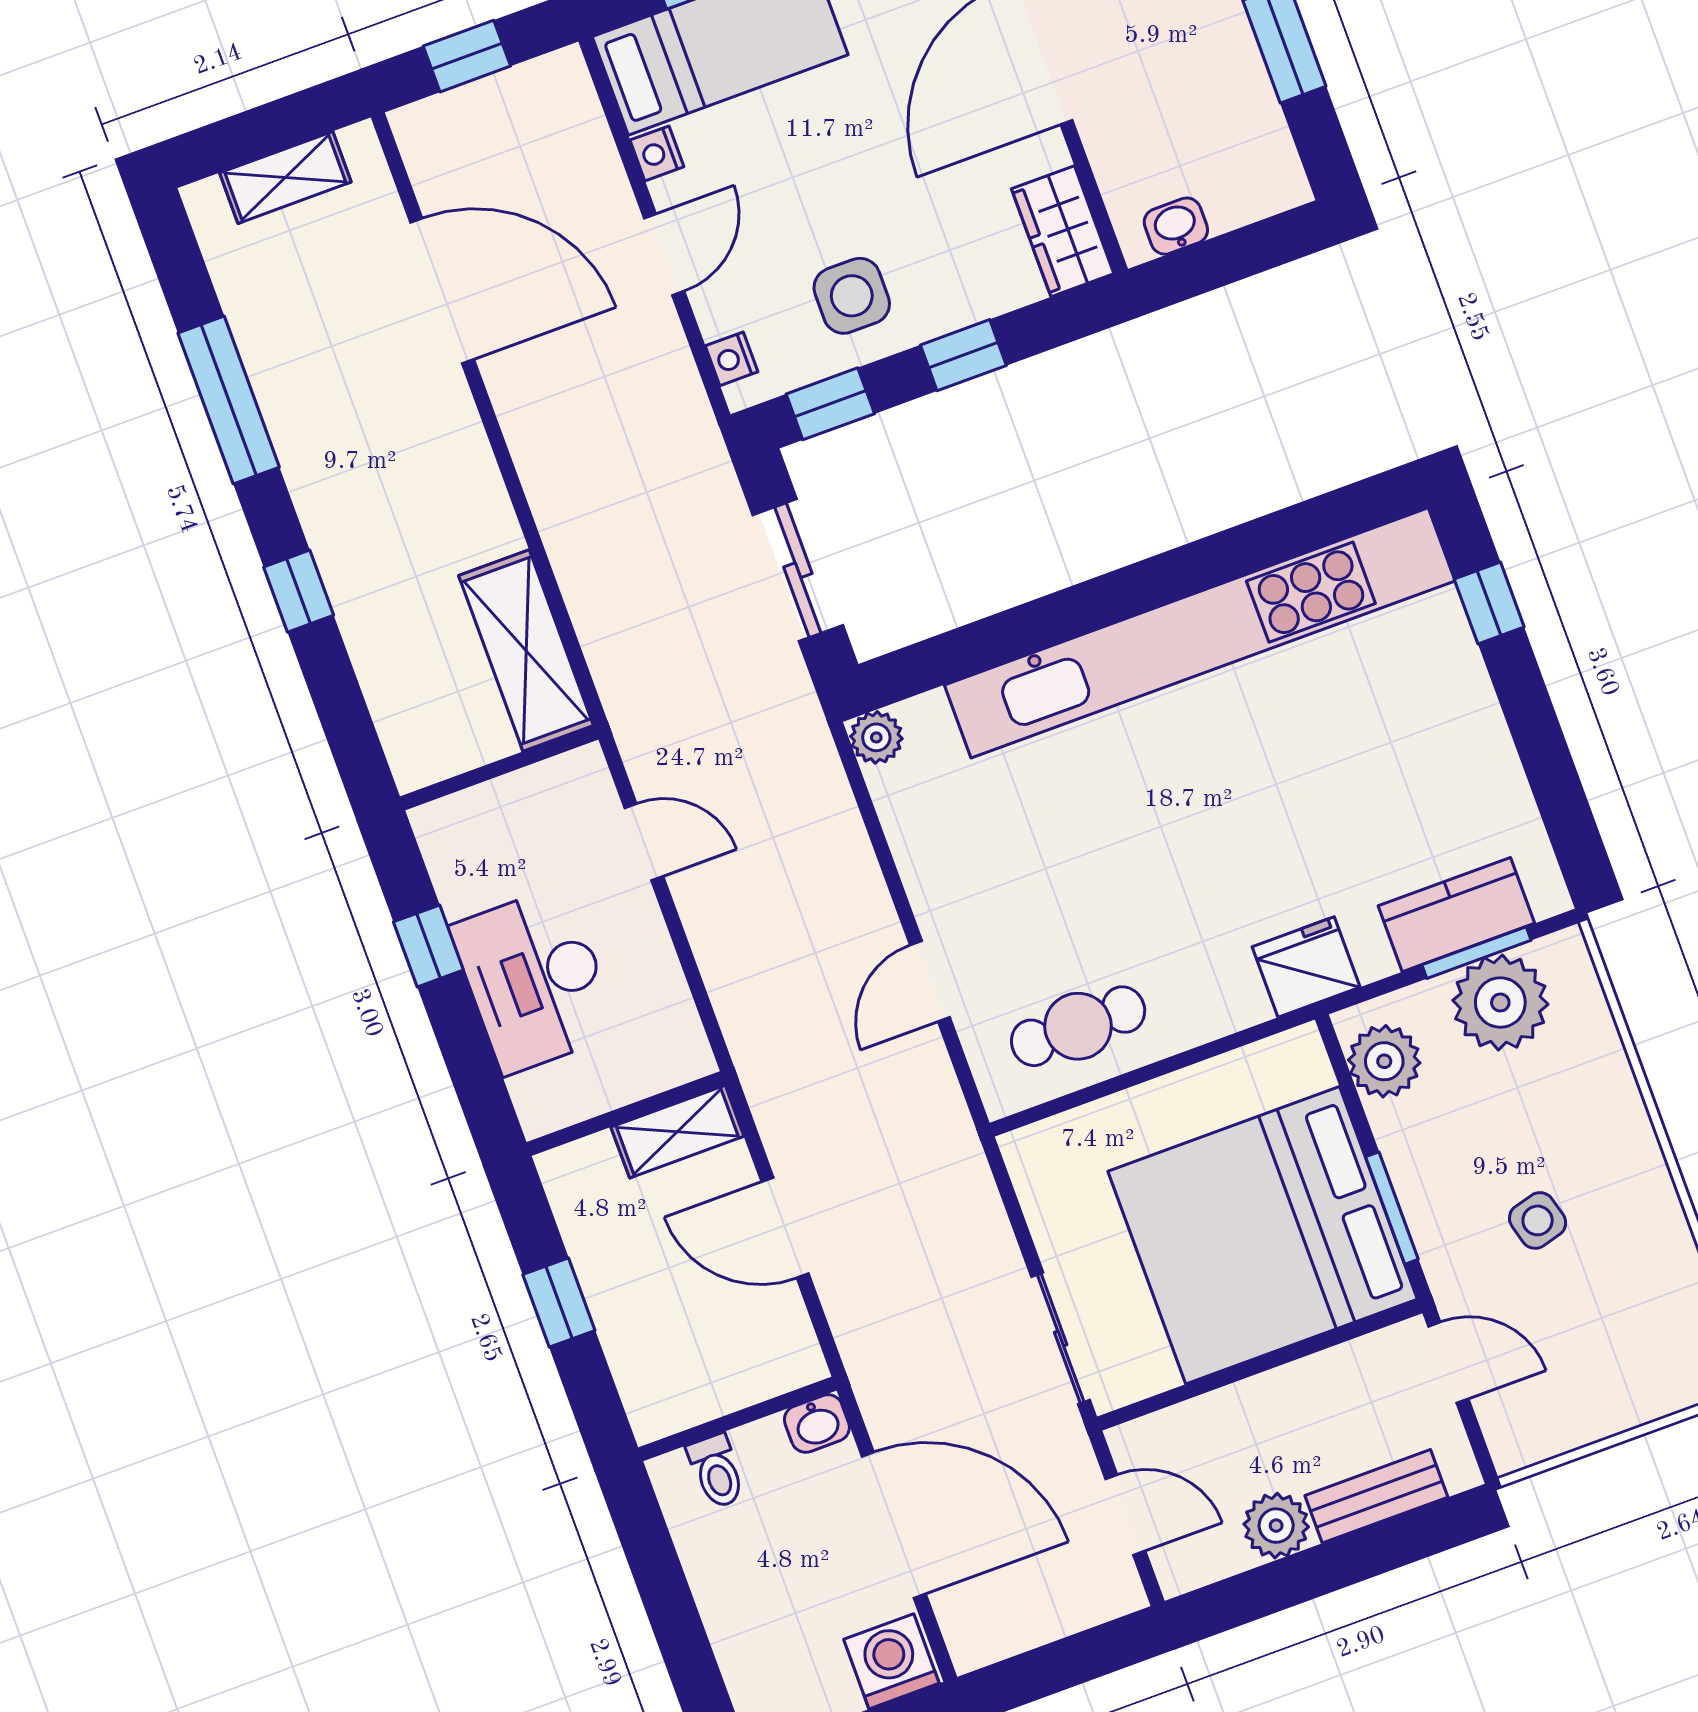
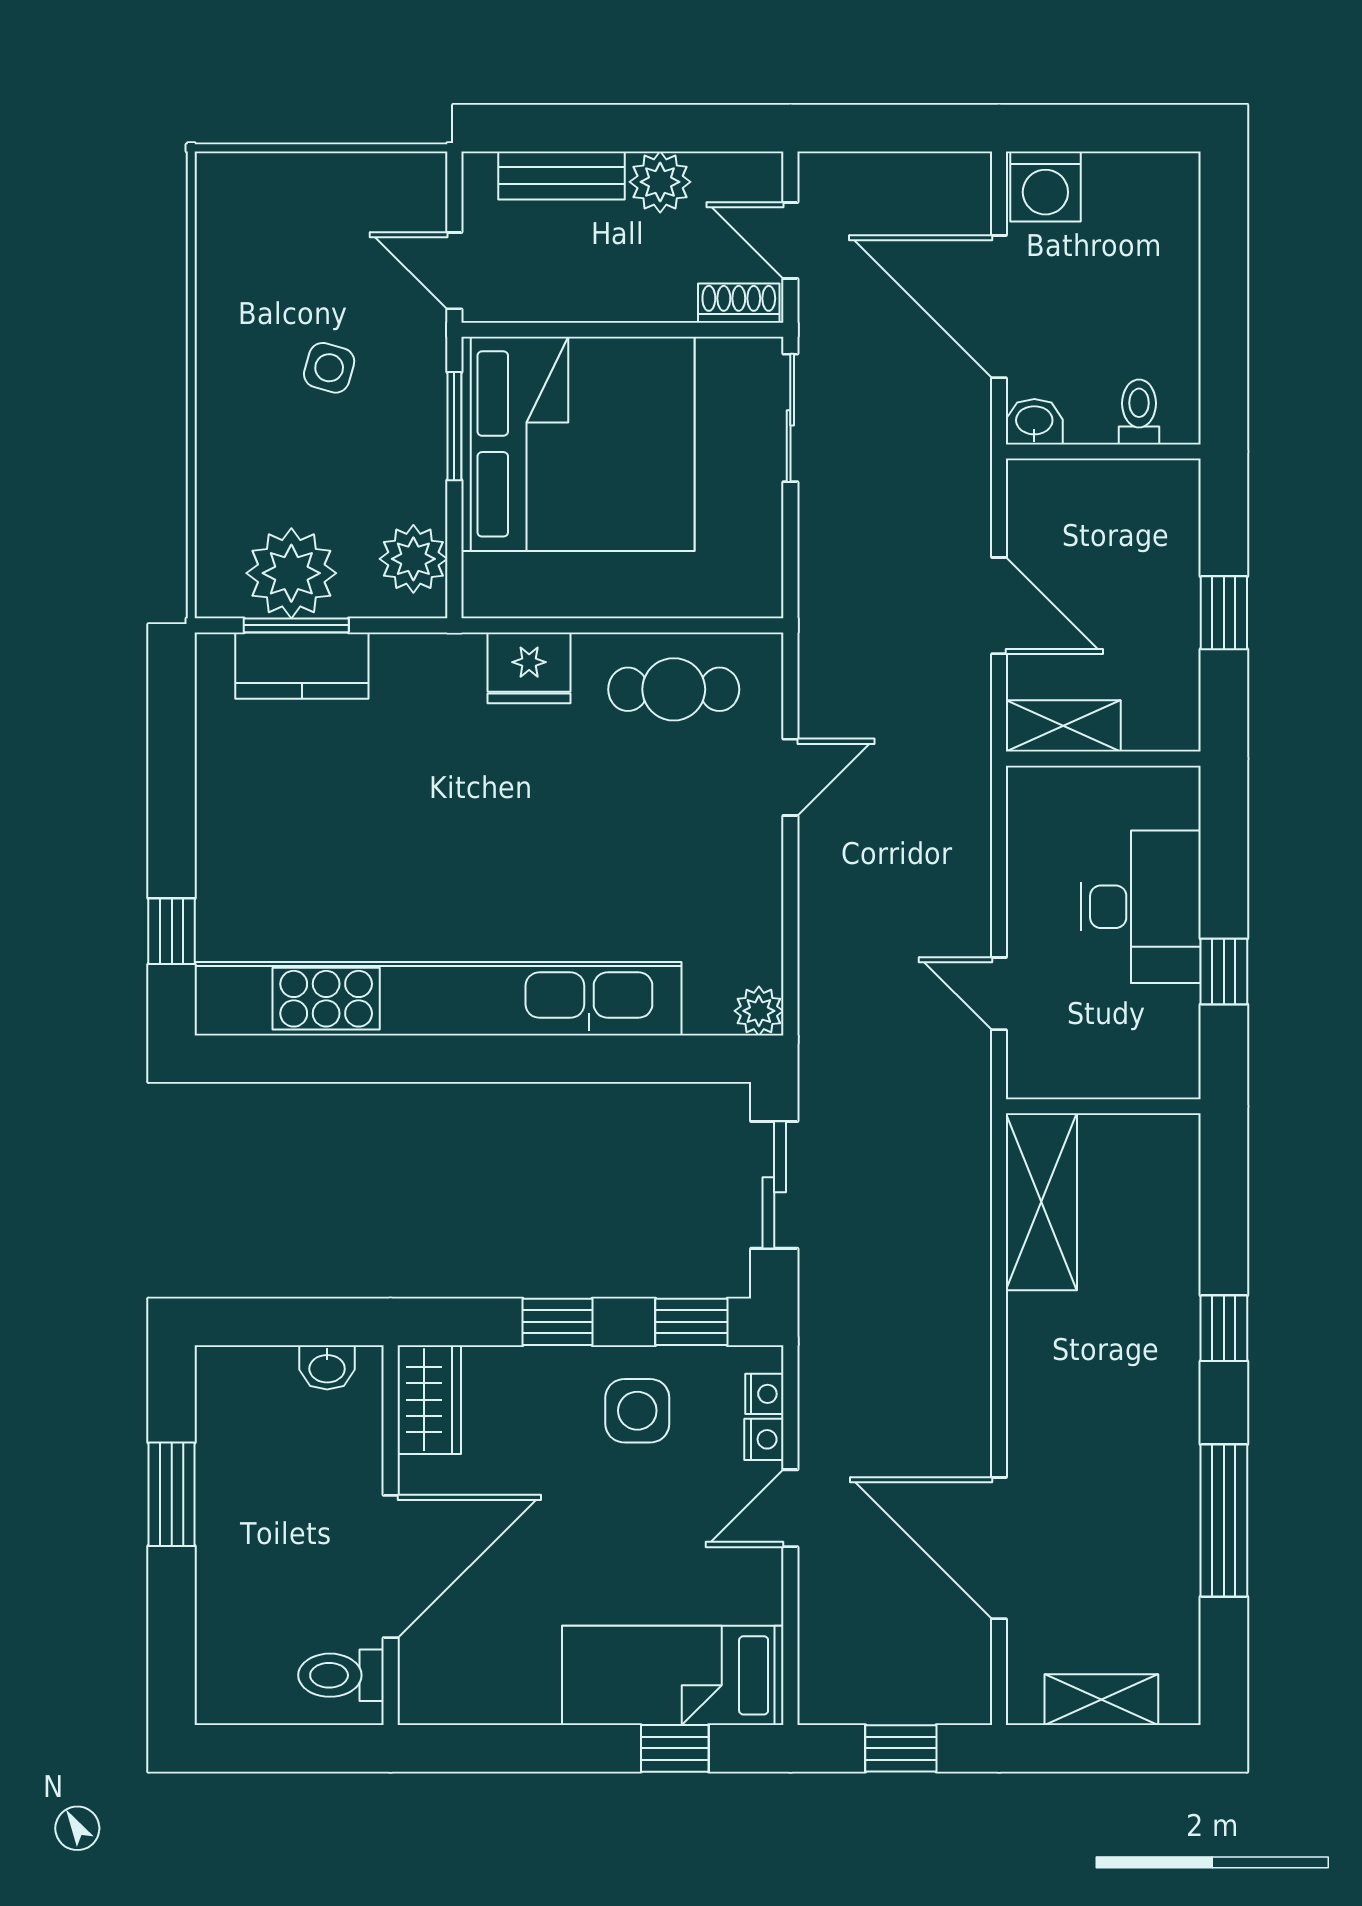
nightstand: (657, 153) -> (764, 1439), moved
fridge: (1306, 967) -> (529, 668), moved
side table: (1538, 1220) -> (329, 368), turned 31
shoe rack: (1154, 1434) -> (739, 303), added

